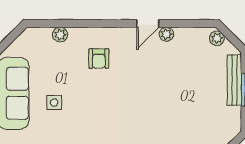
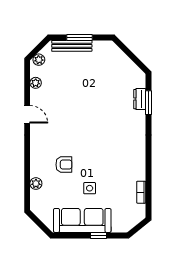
plant: (166, 34) -> (36, 83), moved
armchair: (99, 58) -> (64, 165), moved

